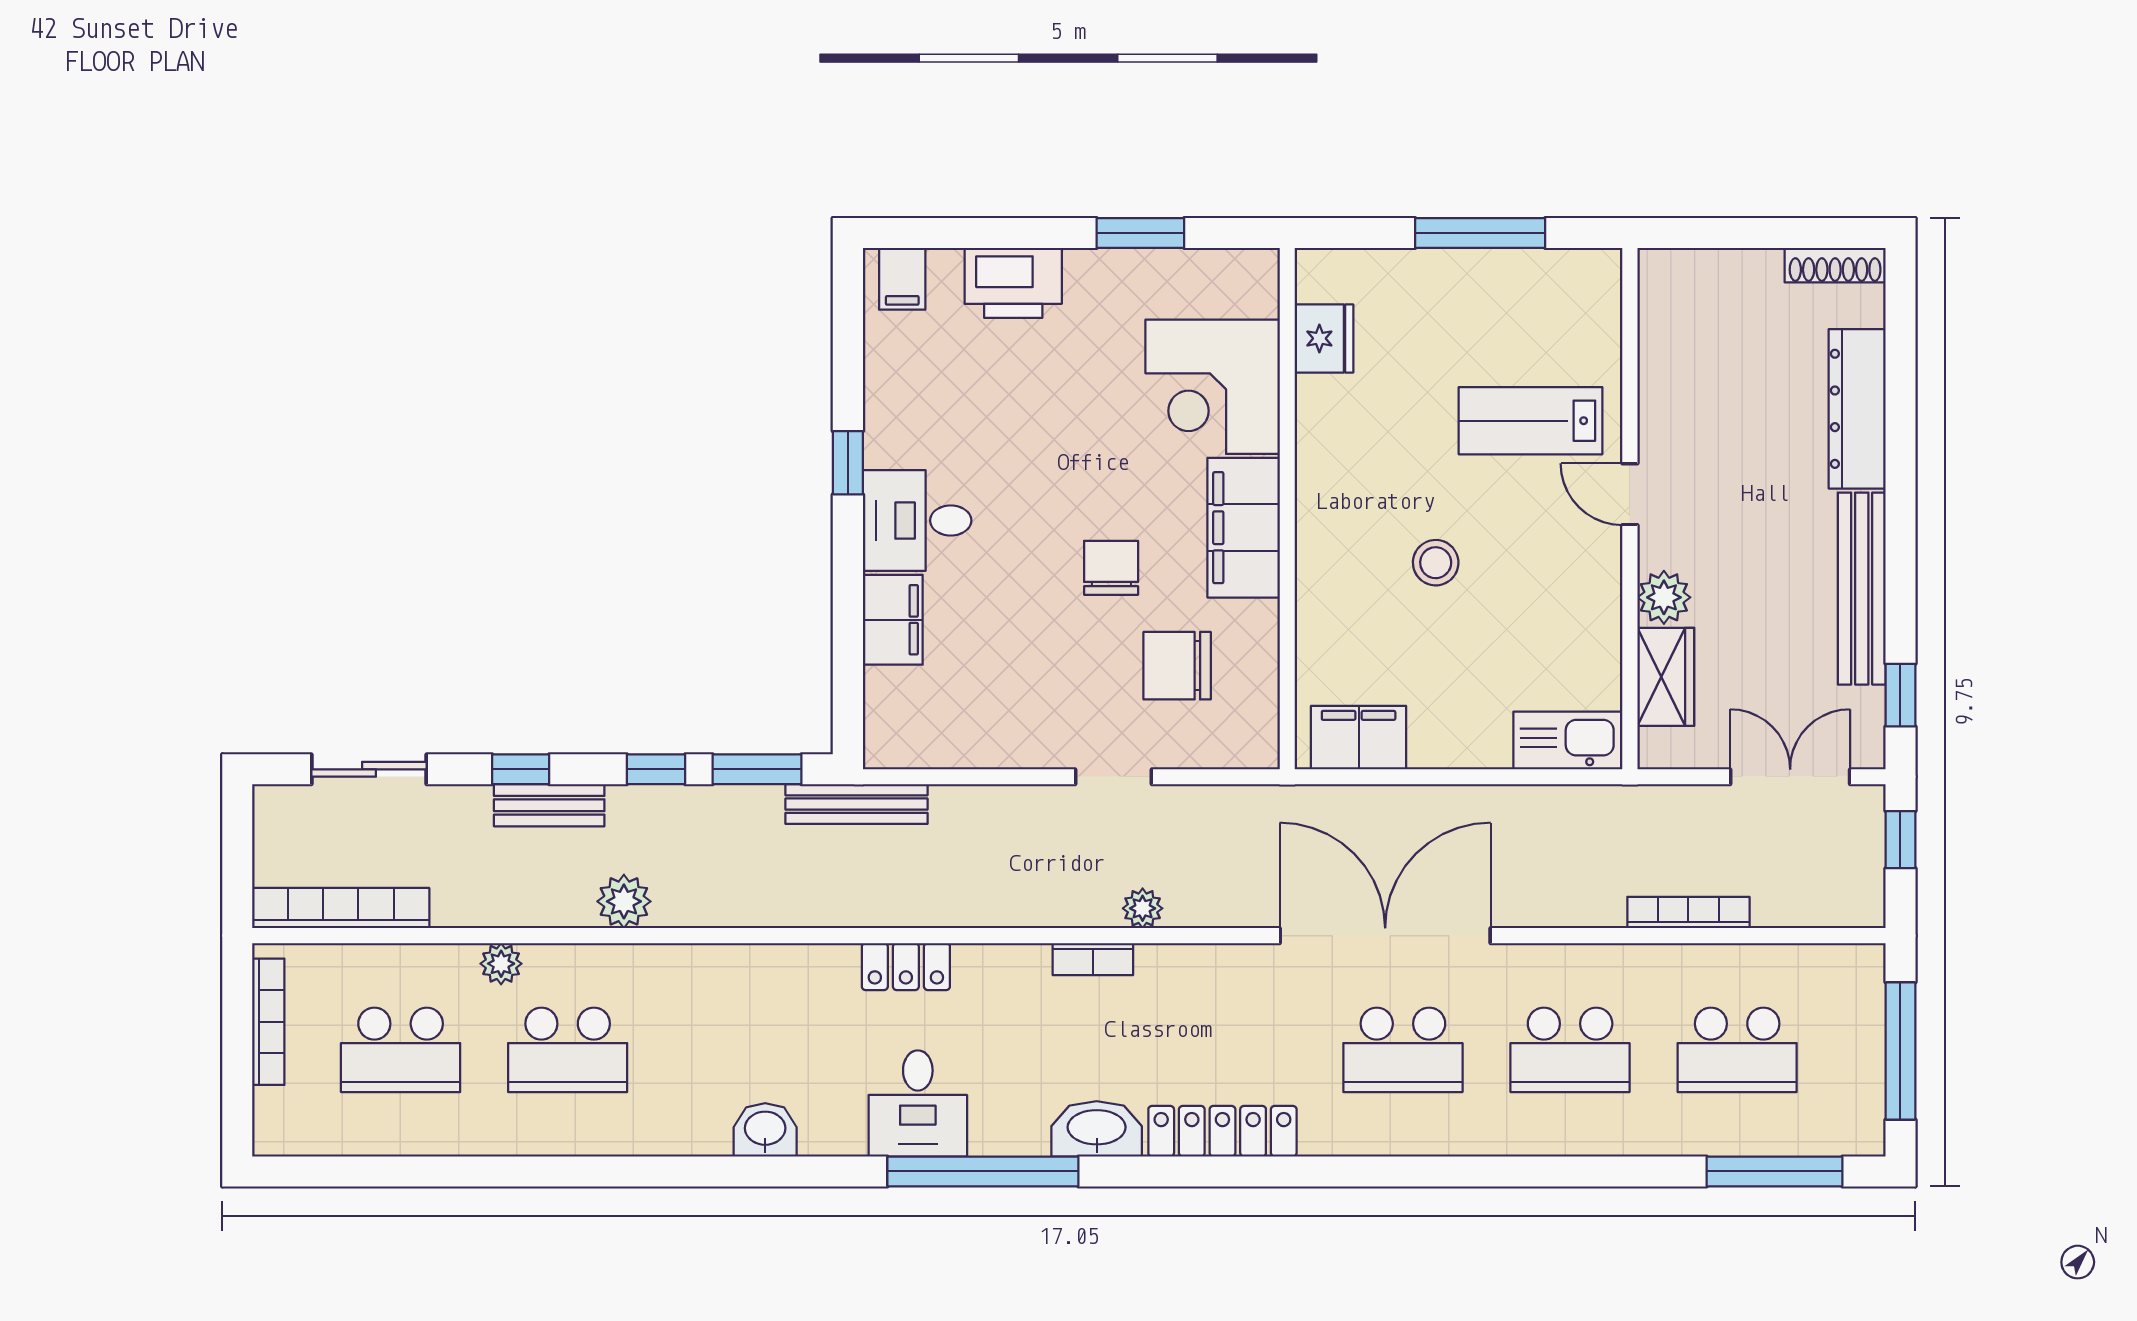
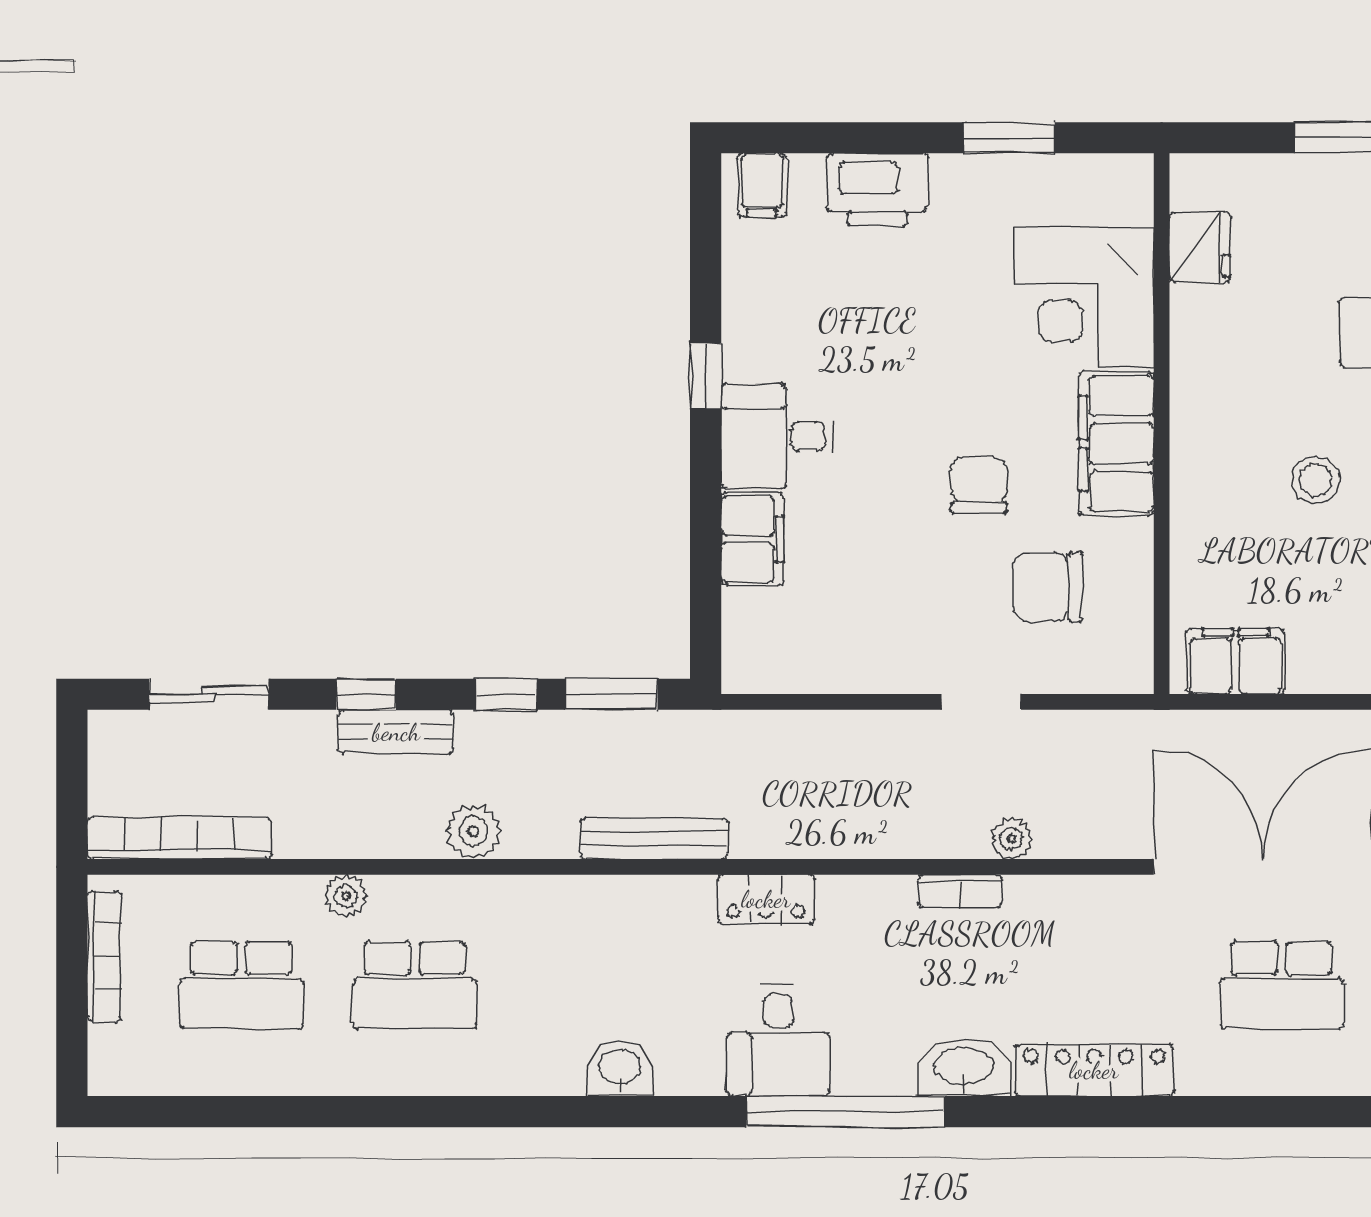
bench: (857, 804) -> (654, 838), moved

